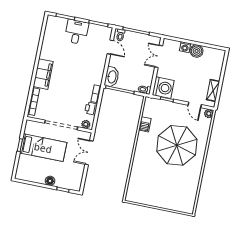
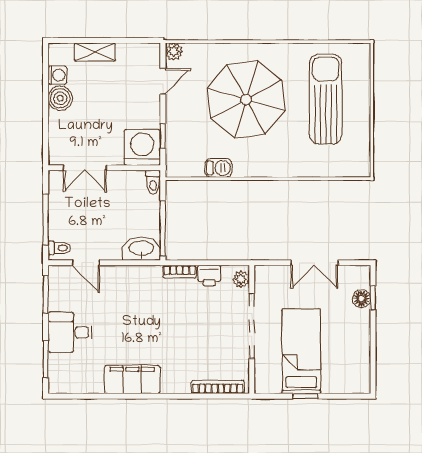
door: (110, 47) -> (86, 263), swing flipped
washing machine: (185, 47) -> (57, 75), moved
filing cabinet: (43, 74) -> (132, 379), moved
shelving: (213, 91) -> (95, 52), moved
double door: (89, 153) -> (314, 263), moved
floor lamp: (50, 181) -> (361, 299), moved
sun lounger: (169, 186) -> (326, 99), added

